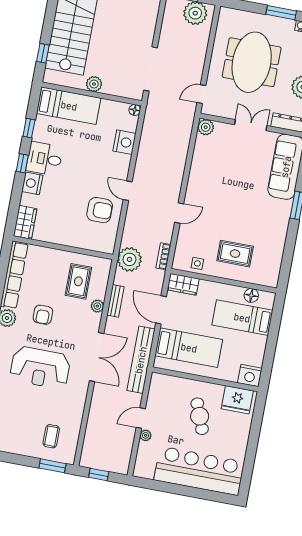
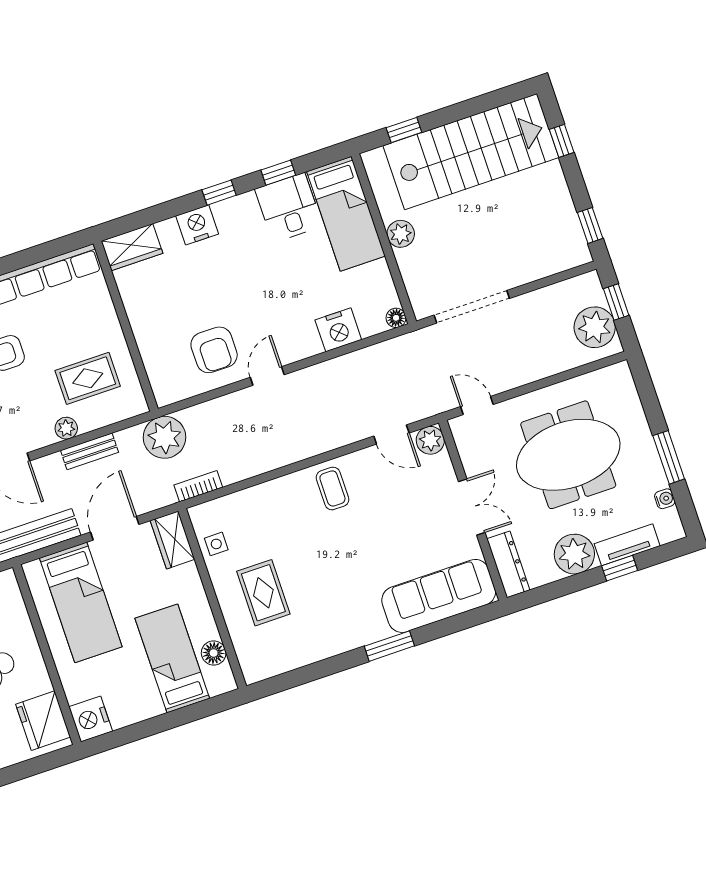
desk: (44, 159) -> (289, 208), moved
coffee table: (202, 190) -> (332, 488), added
door: (179, 213) -> (391, 435), moved

